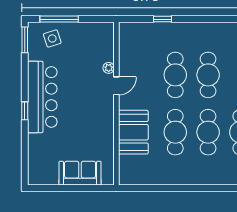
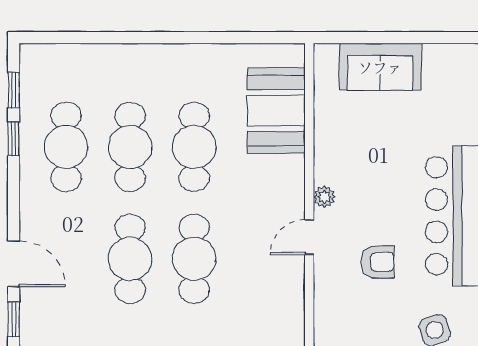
plant: (109, 68) -> (324, 197), moved
armchair: (81, 73) -> (378, 262), added
booth: (133, 132) -> (276, 111), moved

